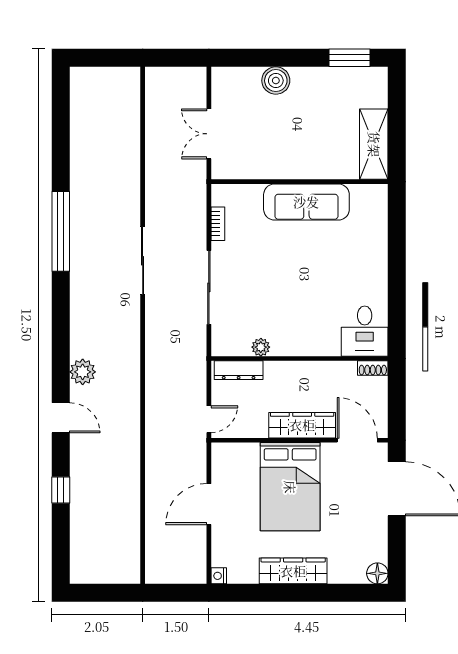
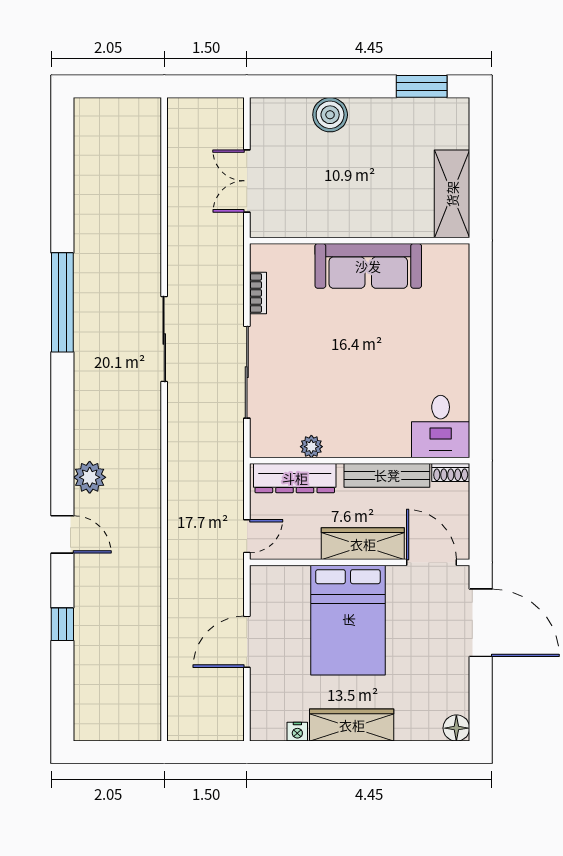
dresser: (239, 370) -> (295, 478), width x1.37, depth x1.24
bench: (321, 370) -> (387, 475), added
nightstand: (219, 576) -> (297, 732), moved, turned -90

